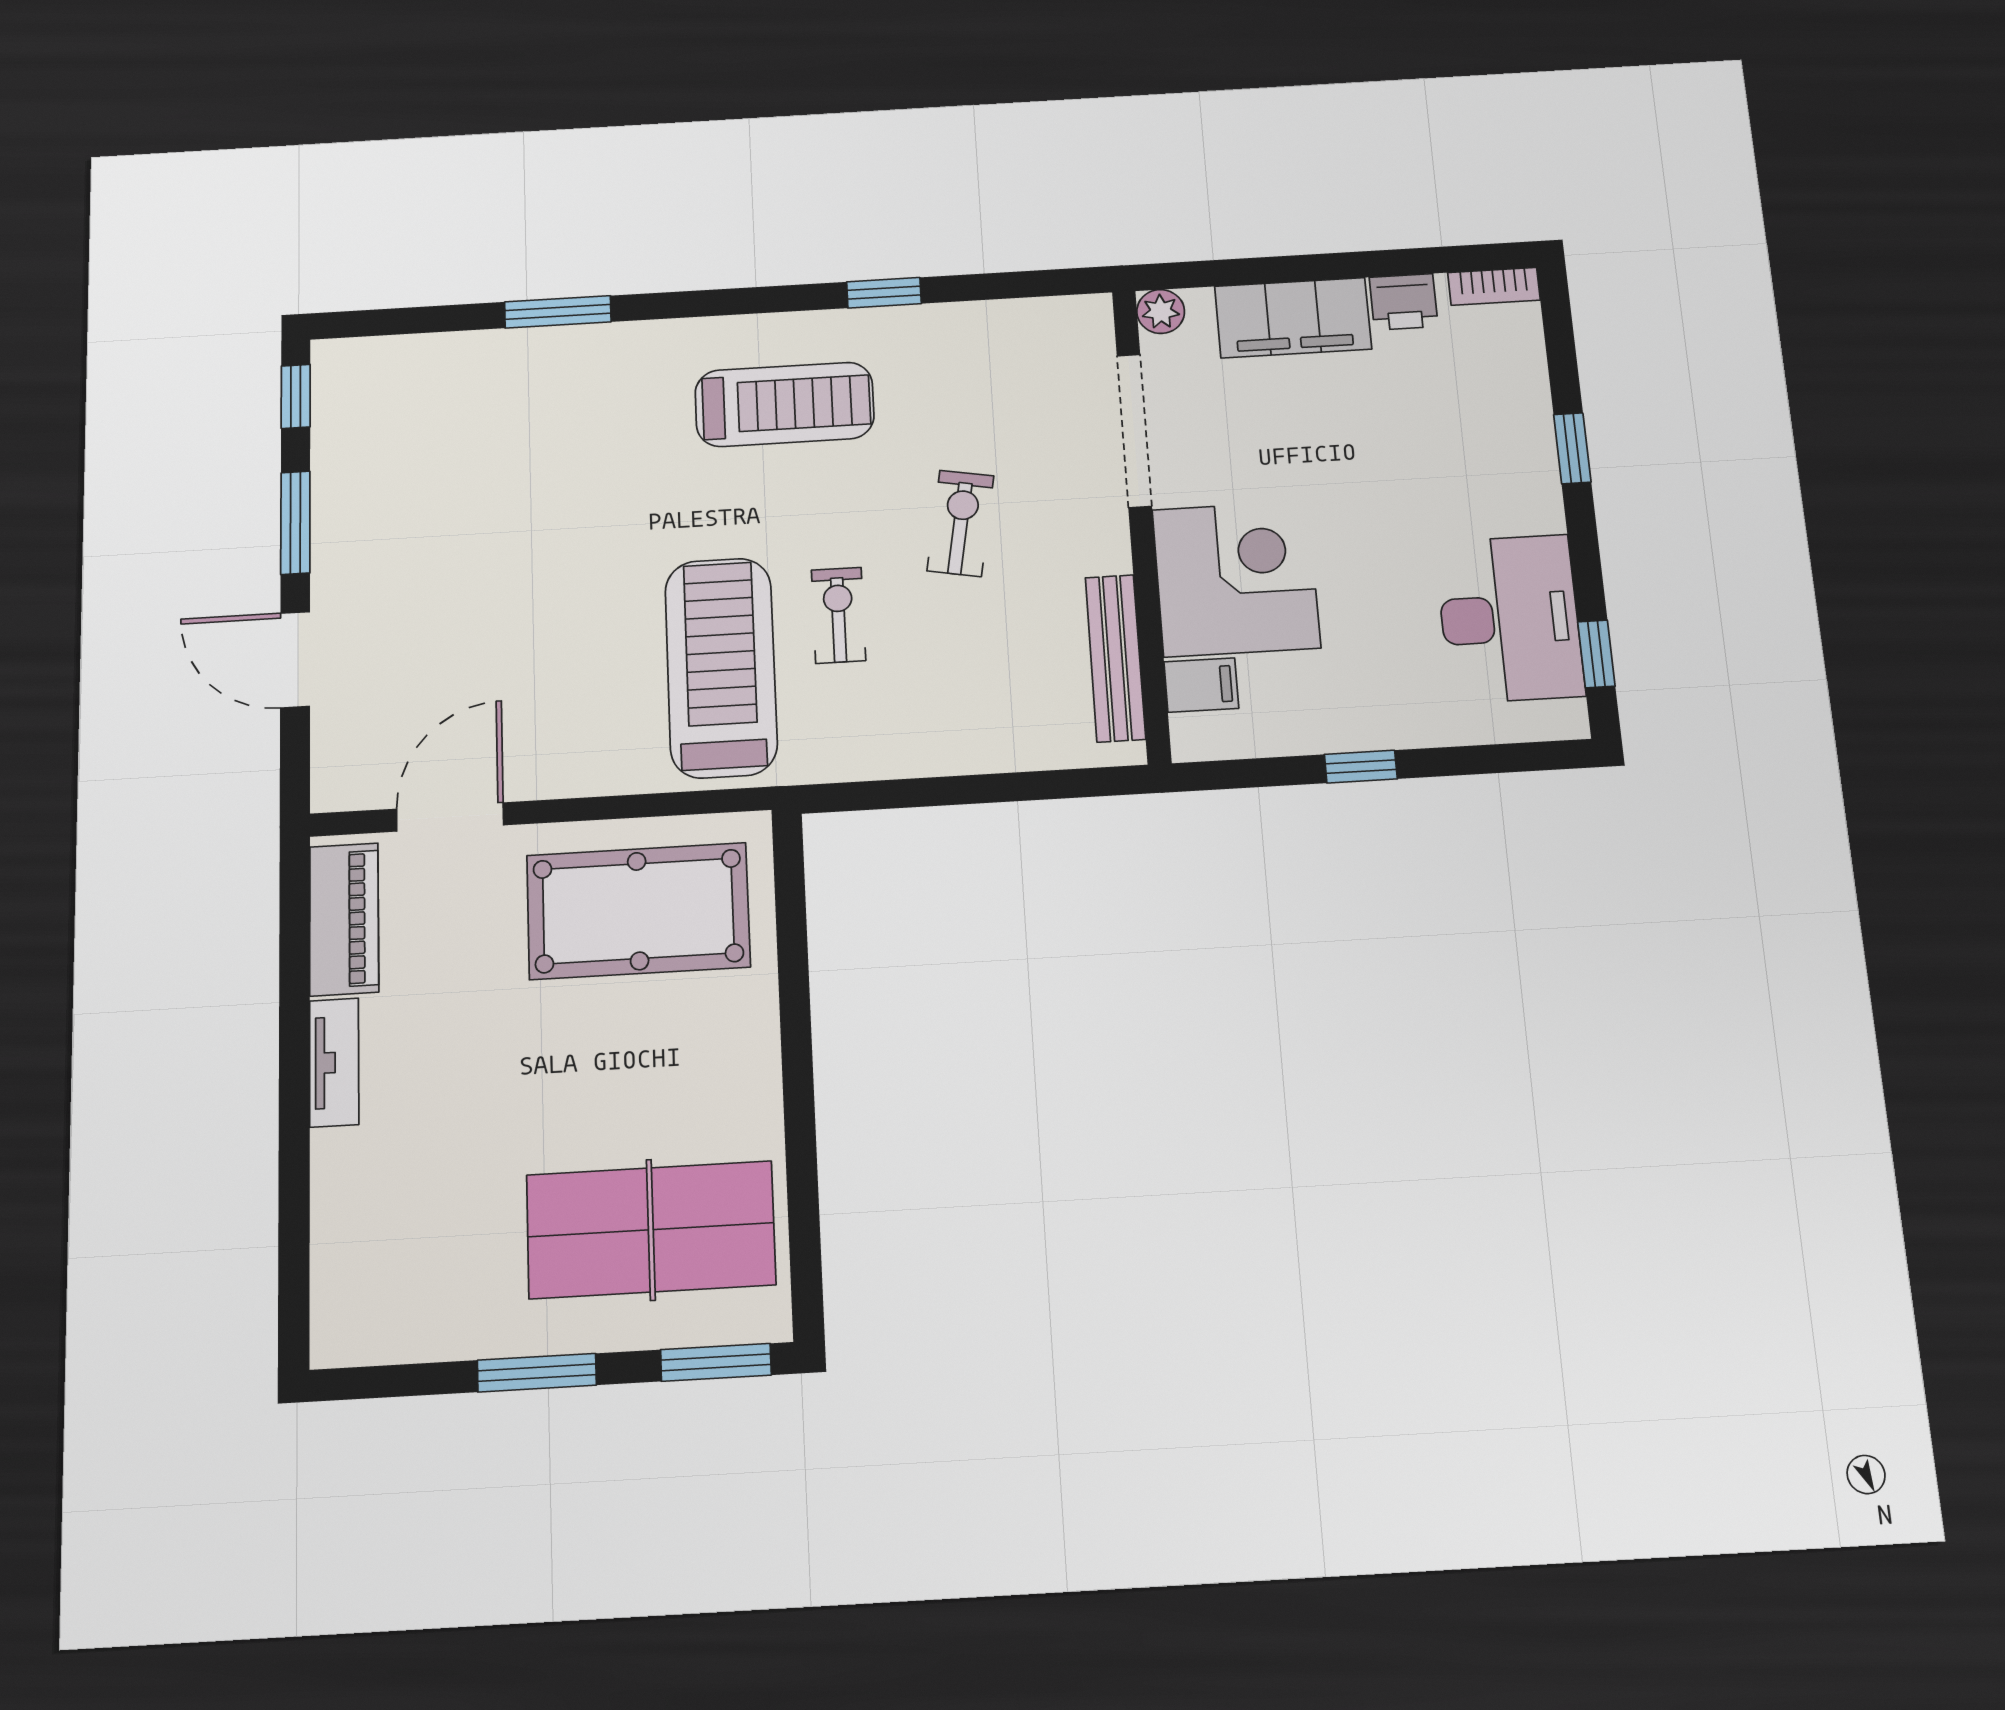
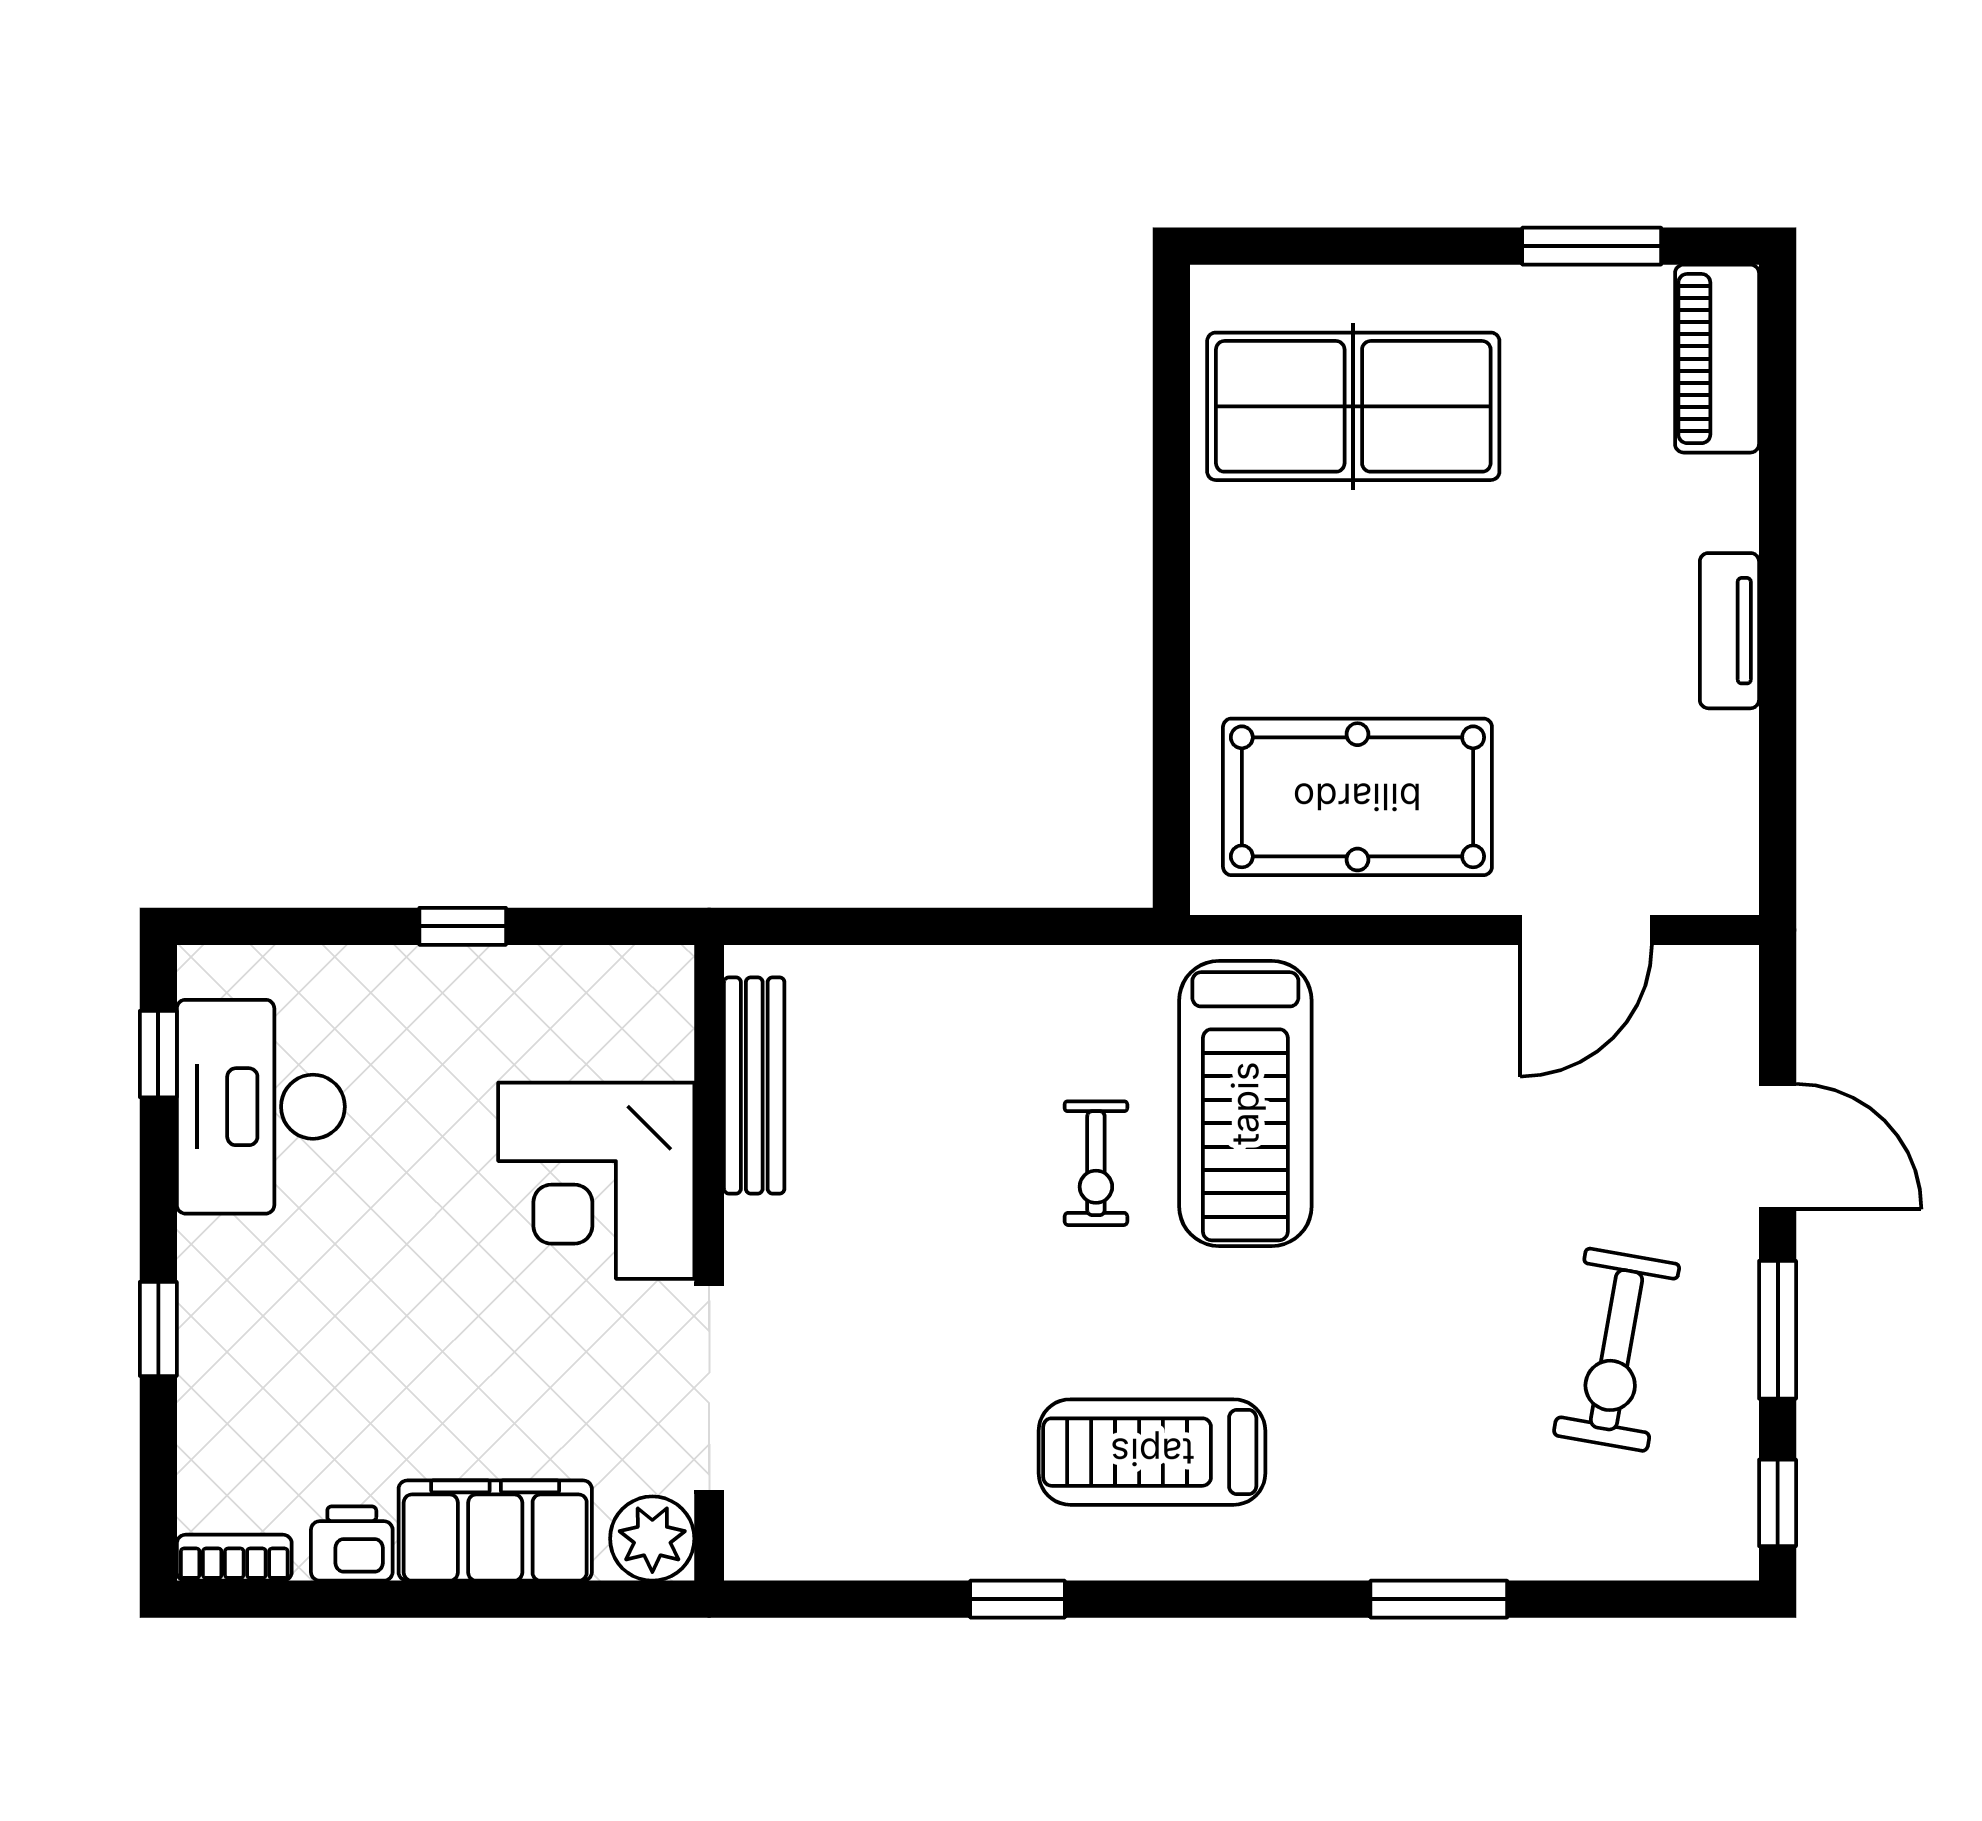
plant: (1161, 311) -> (652, 1539), width x1.38, depth x1.38
exercise bike: (961, 523) -> (1616, 1350), moved, width x1.38, depth x1.39
filing cabinet: (1201, 685) -> (650, 1044), removed
piano: (344, 919) -> (1717, 359), moved
window: (716, 1362) -> (1281, 246), removed
window: (537, 1373) -> (1592, 246), moved

